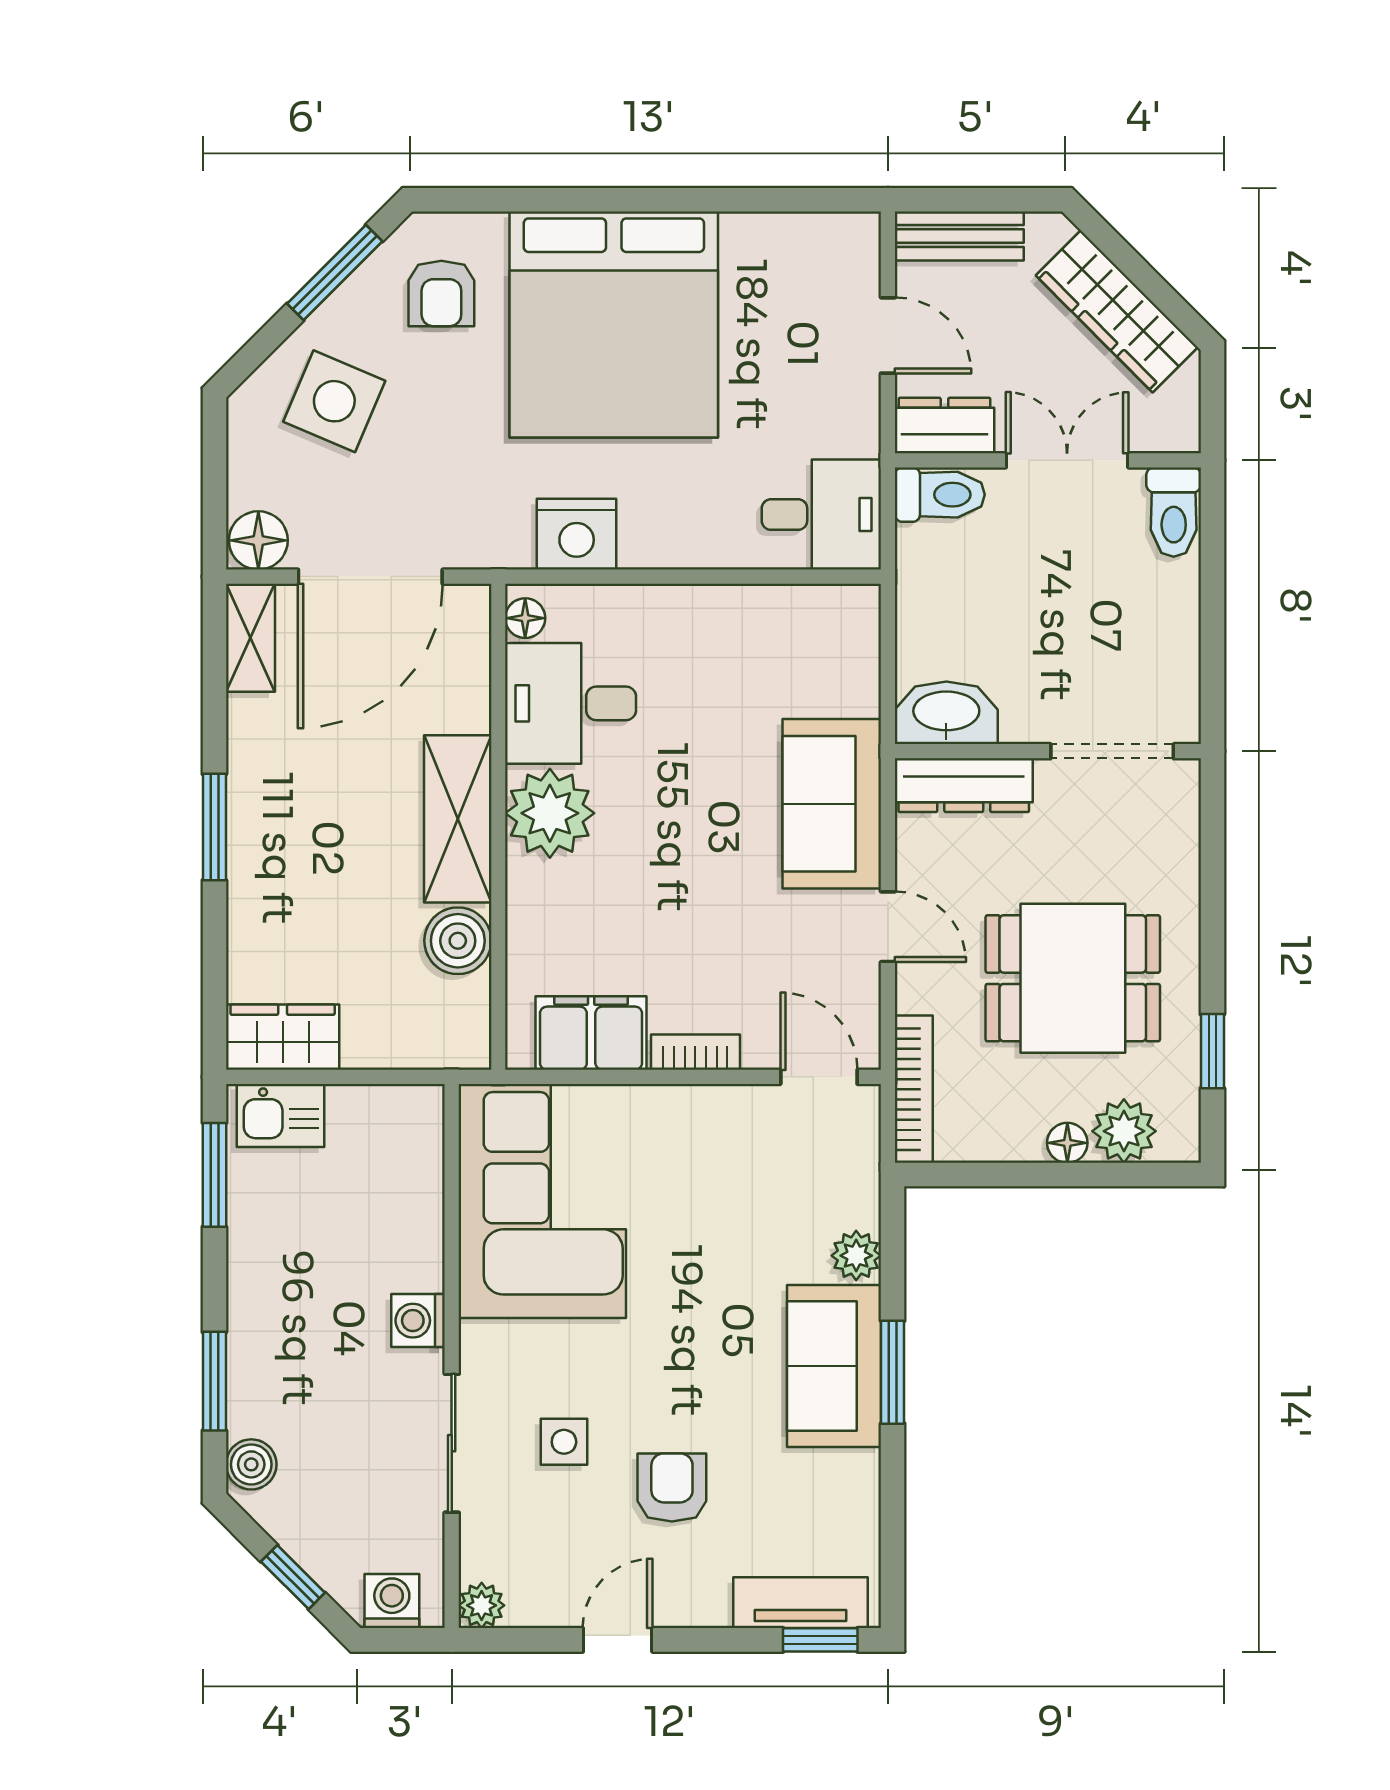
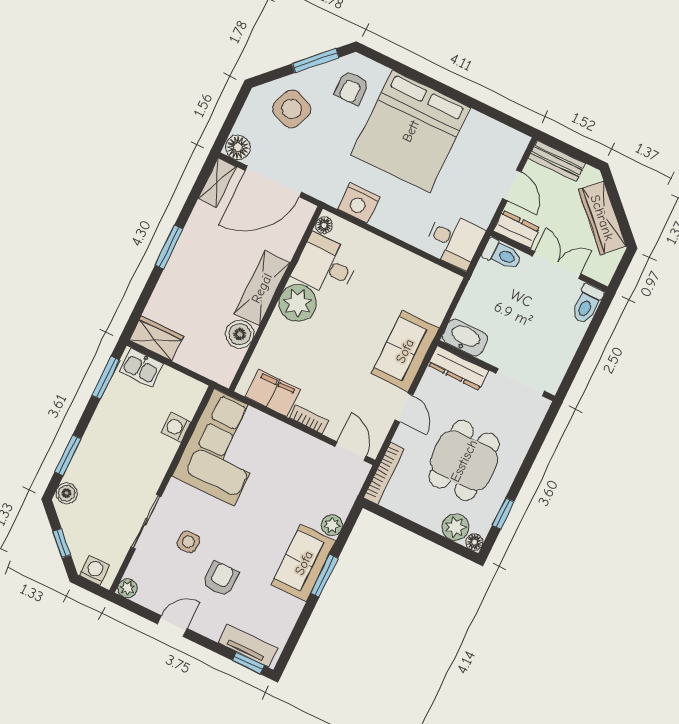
dining table: (1073, 978) -> (464, 461), turned 90
floor lamp: (1067, 1143) -> (475, 542), moved
washing machine: (418, 1321) -> (176, 427), moved

